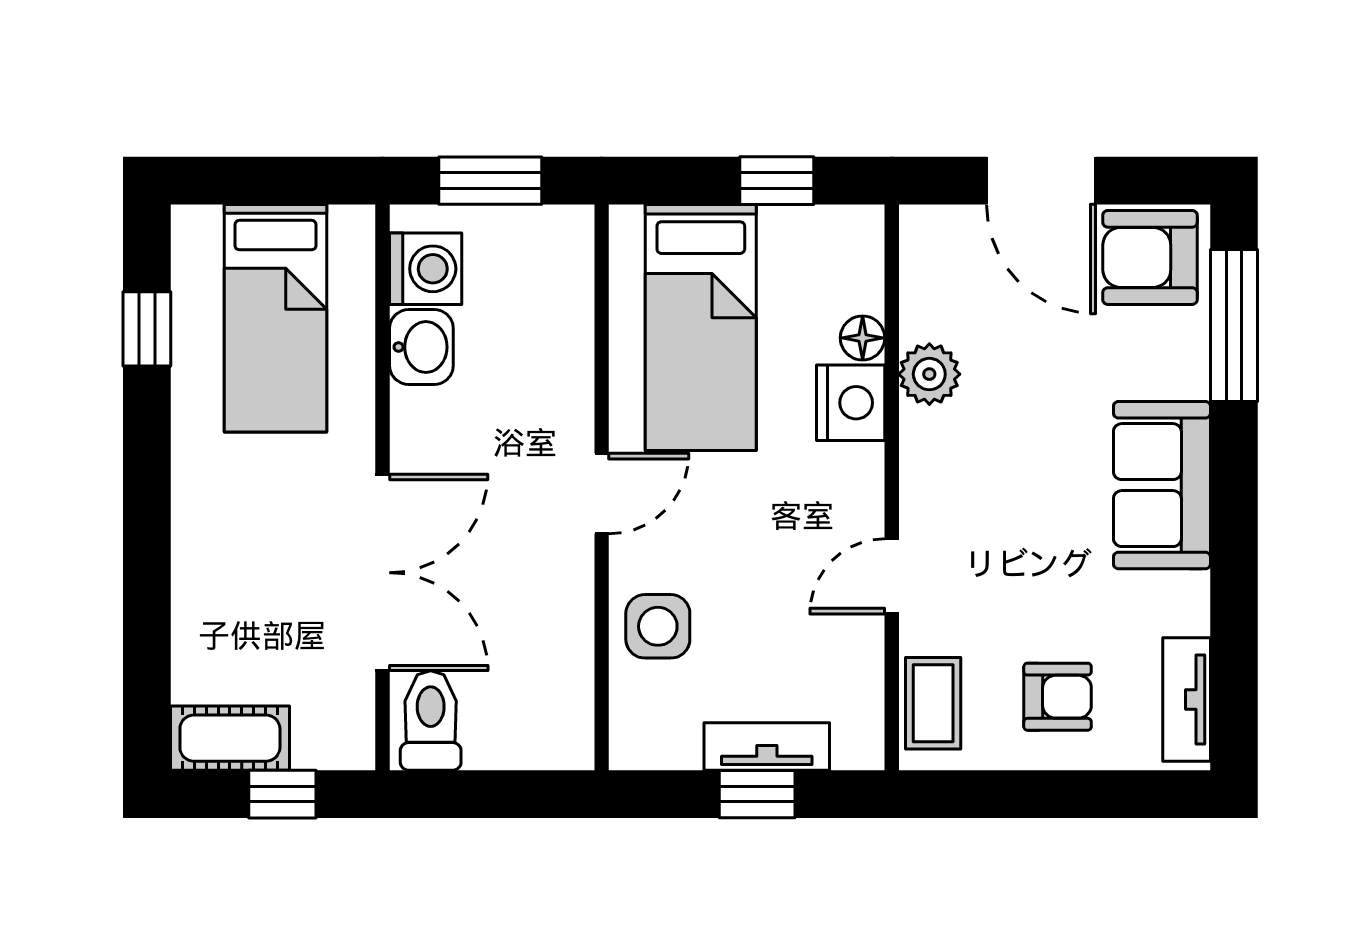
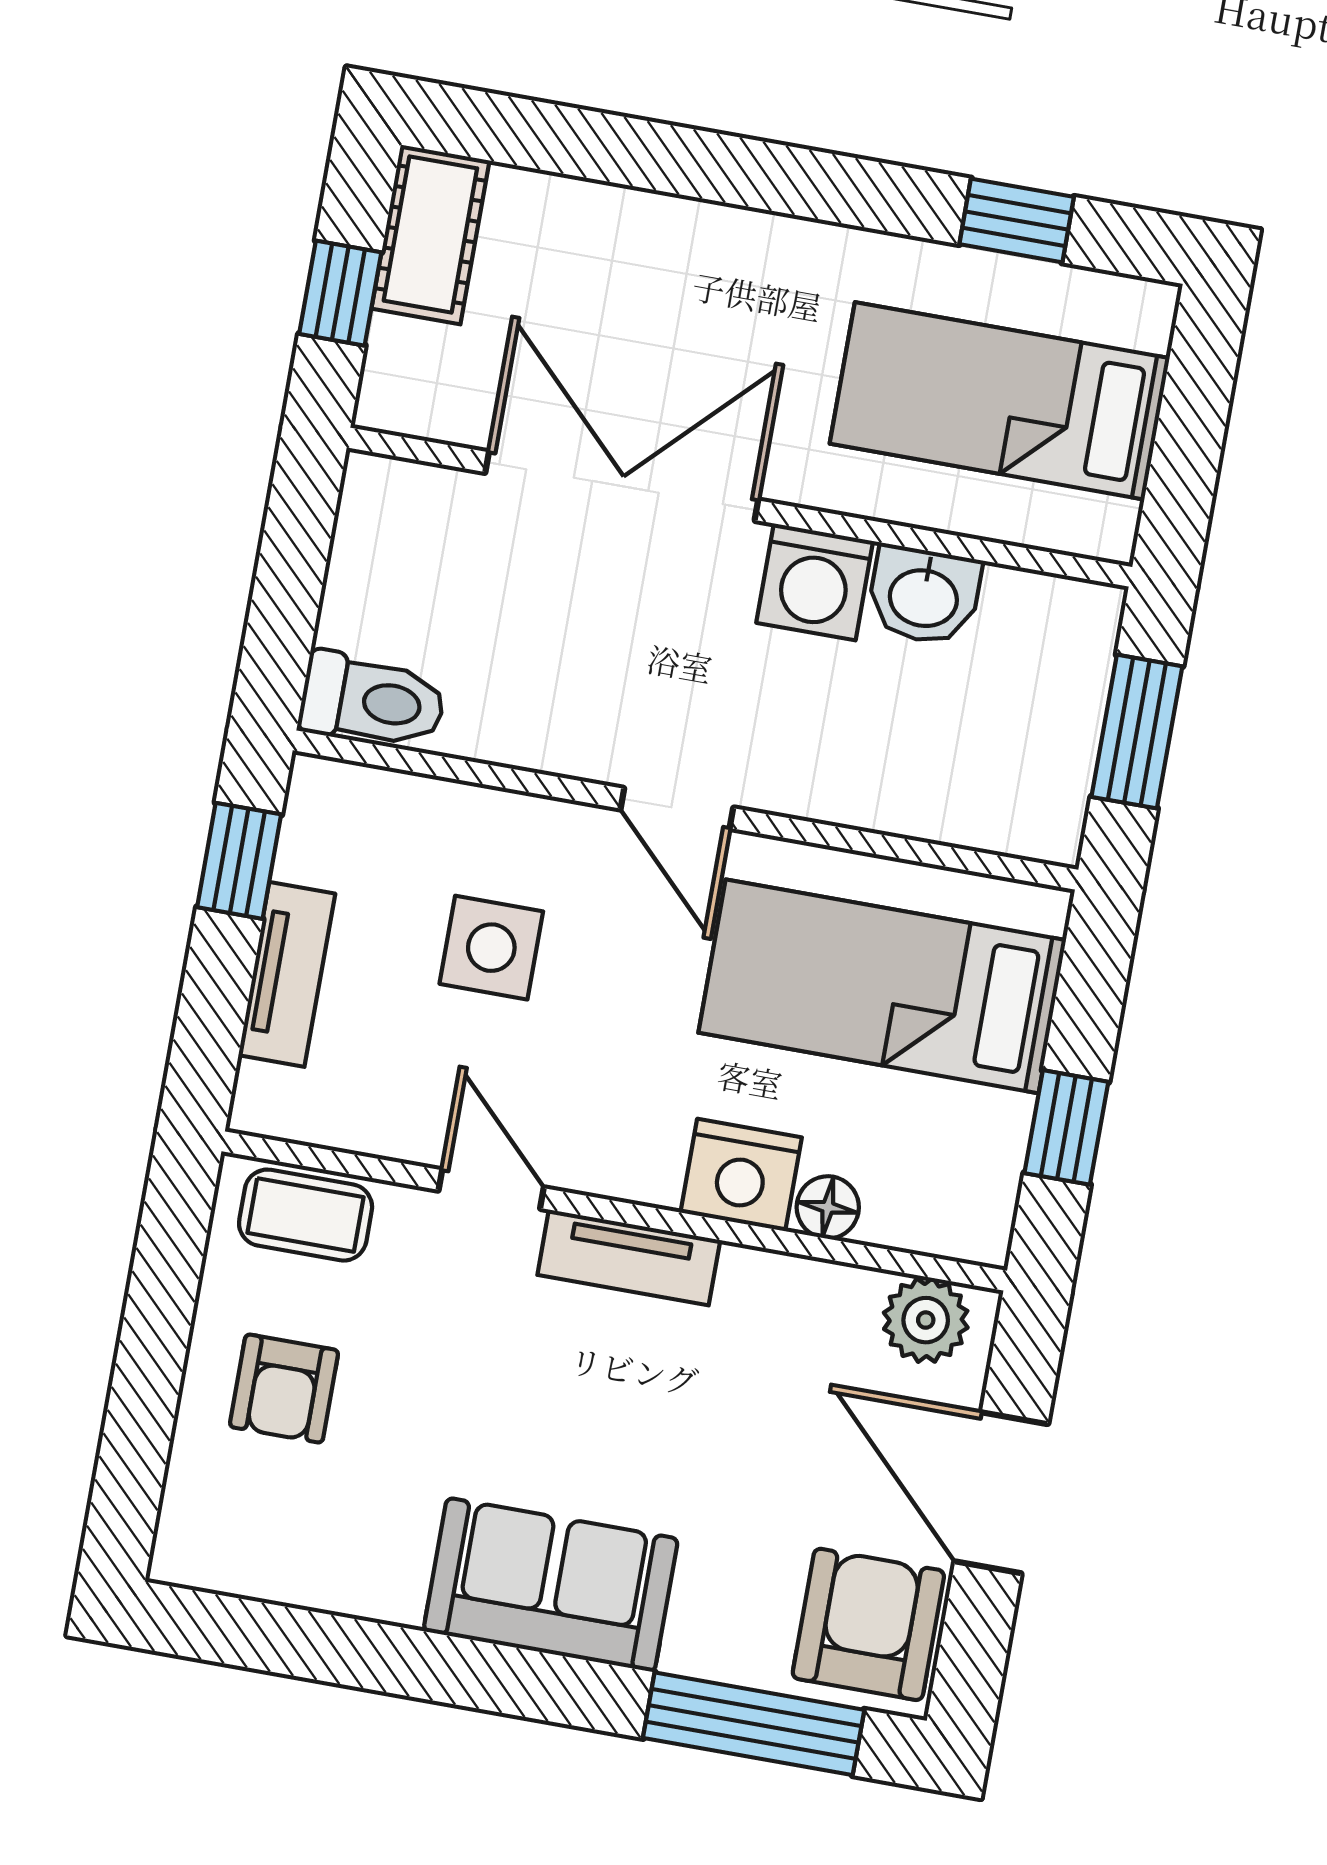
door: (1041, 181) -> (1001, 1493), hinge flipped
washing machine: (426, 269) -> (815, 582), moved
plant: (929, 374) -> (926, 1320), moved
double door: (383, 573) -> (622, 486), swing flipped
side table: (658, 626) -> (491, 948), moved
tv unit: (1187, 700) -> (629, 1257), moved, turned 180
toilet: (431, 721) -> (372, 701), moved
window: (757, 794) -> (239, 861), moved

